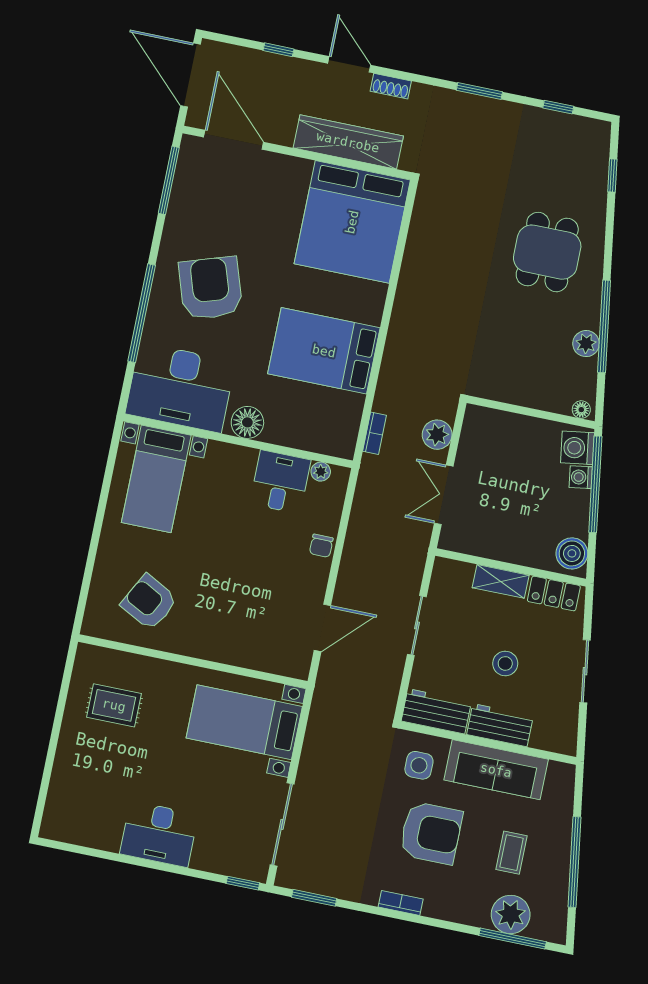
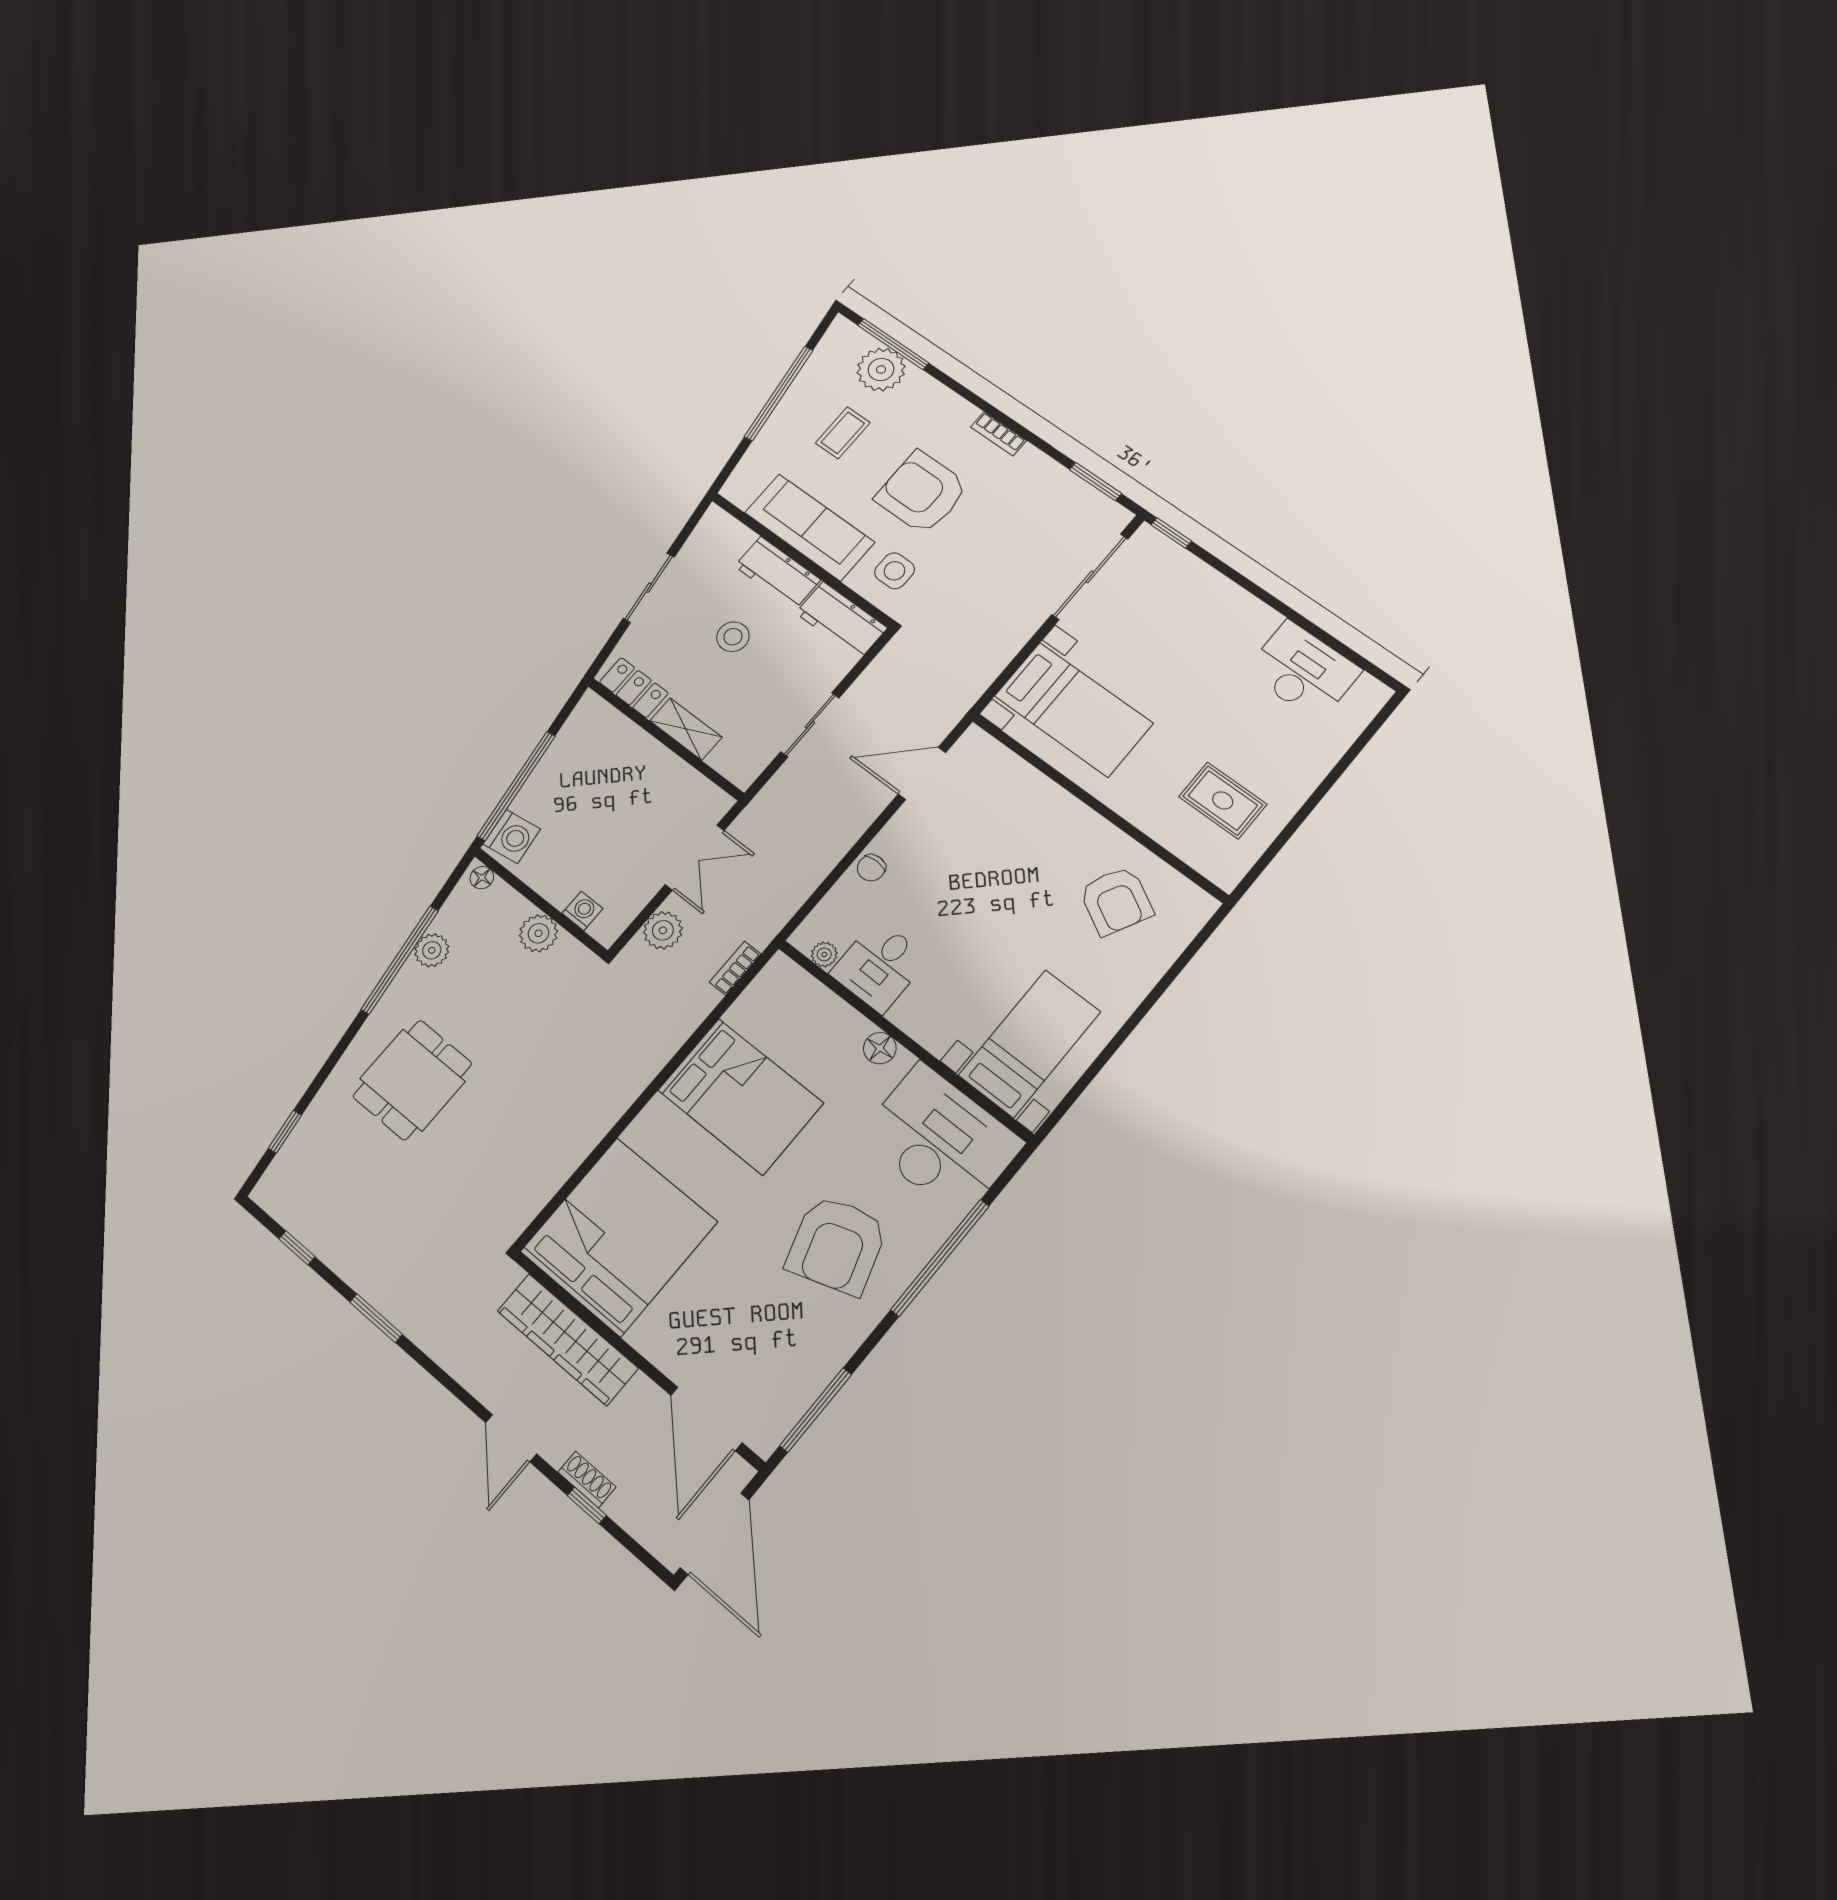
shoe rack: (391, 86) -> (587, 1480), moved
plant: (520, 391) -> (538, 933), added
floor lamp: (247, 422) -> (880, 1048), width x0.73, depth x0.73
washing machine: (581, 477) -> (582, 911), moved, turned -82
chair: (321, 546) -> (871, 868), turned 180
boiler: (572, 553) -> (588, 722), removed
desk: (159, 834) -> (1303, 671), moved

